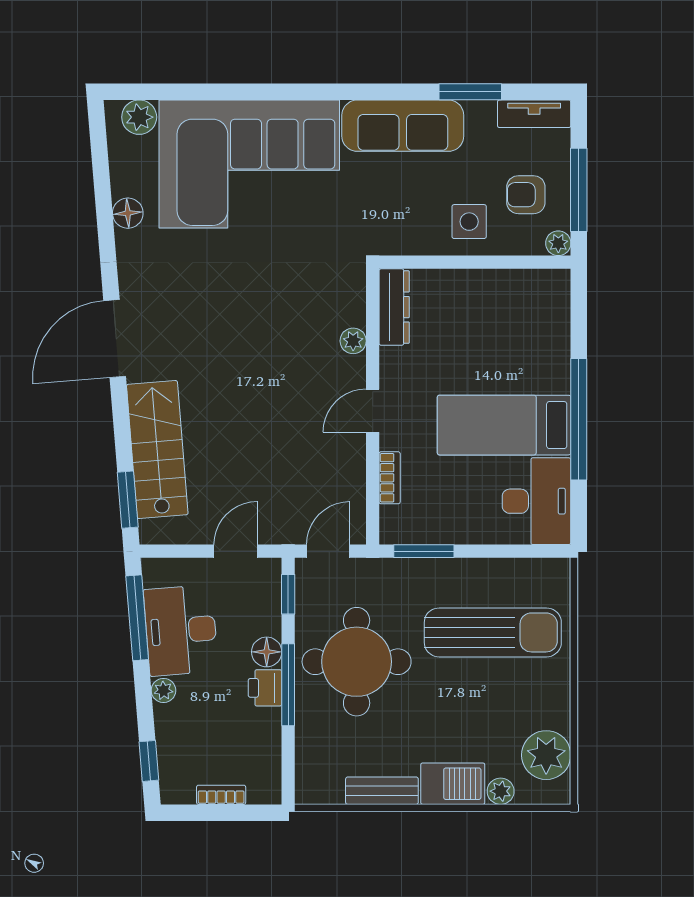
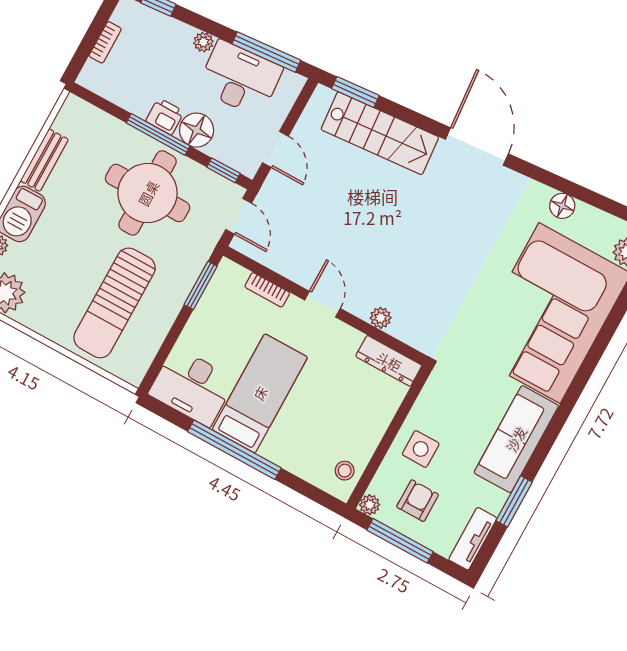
stool: (537, 290) -> (345, 471), added
floor lamp: (267, 652) -> (197, 130), width x1.38, depth x1.38

